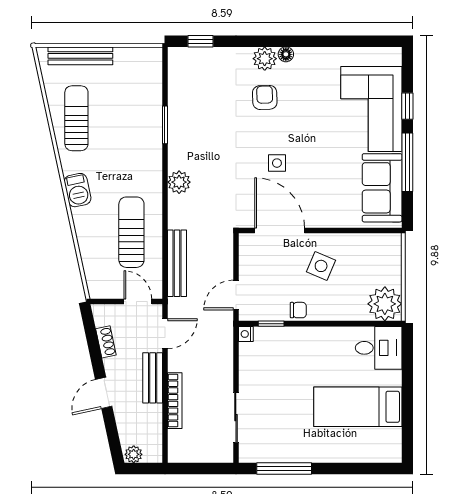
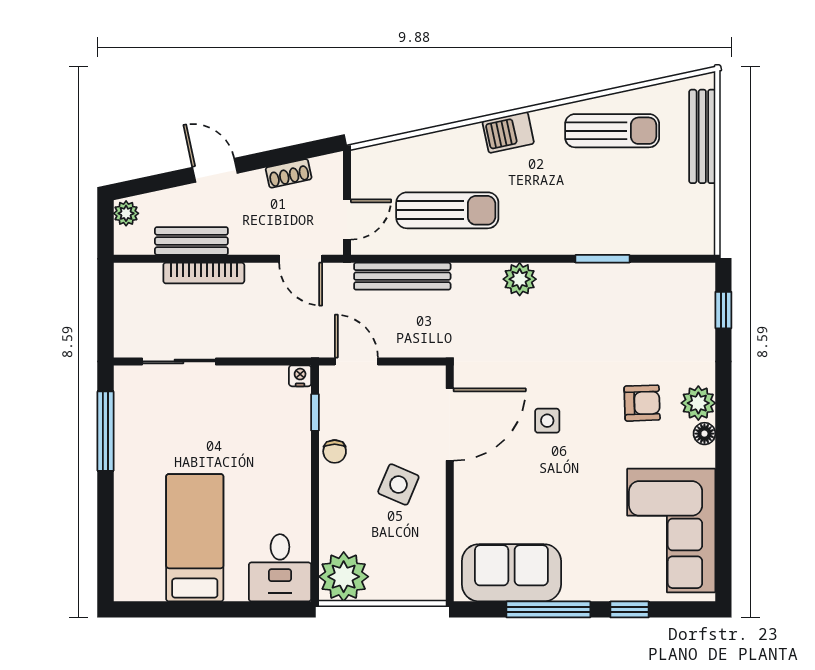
corner sofa: (371, 109) -> (671, 530), moved, turned -90
bench: (153, 378) -> (191, 241), moved

